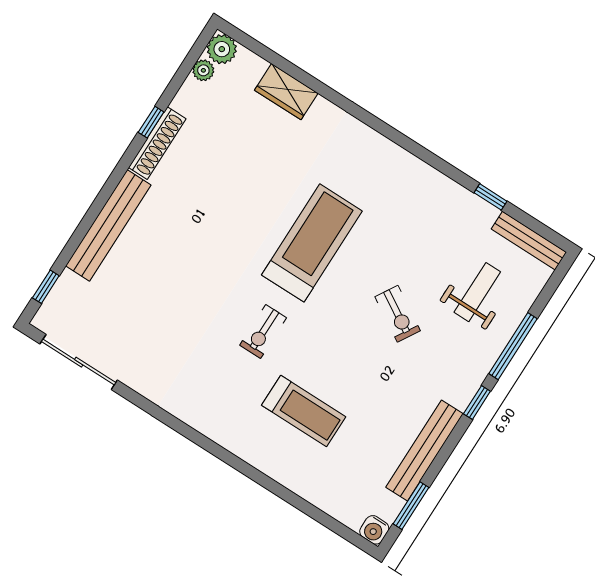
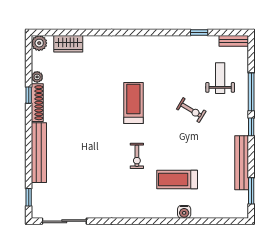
plant: (203, 70) -> (37, 77), moved
wardrobe: (286, 92) -> (68, 44), moved
bench: (529, 241) -> (234, 41), width x0.73
treadmill: (312, 243) -> (133, 103), width x0.73, depth x0.73
treadmill: (304, 411) -> (177, 179), turned 180
water cooler: (374, 530) -> (184, 212), moved

